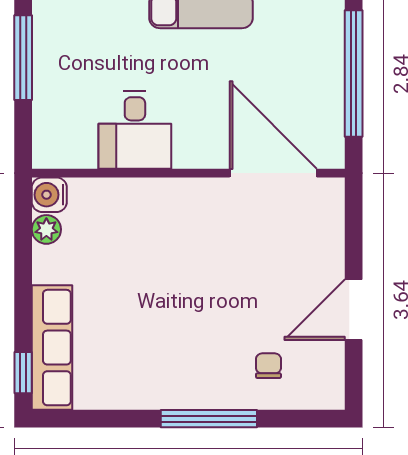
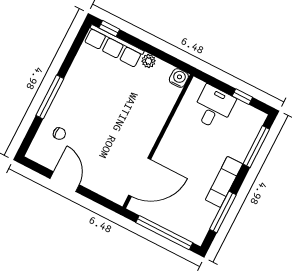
window: (23, 58) -> (242, 97), width x0.46
desk: (135, 130) -> (213, 107), moved, turned 90
plant: (46, 229) -> (149, 61), moved

